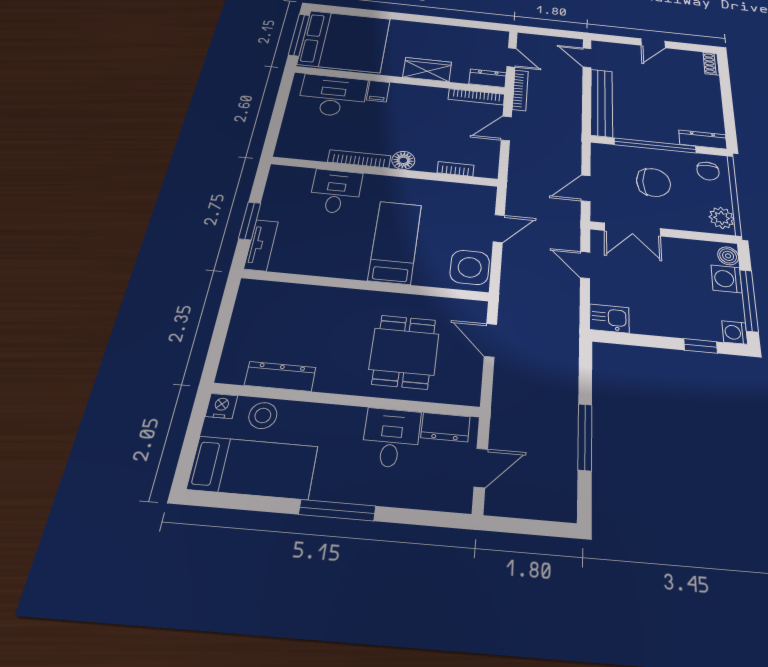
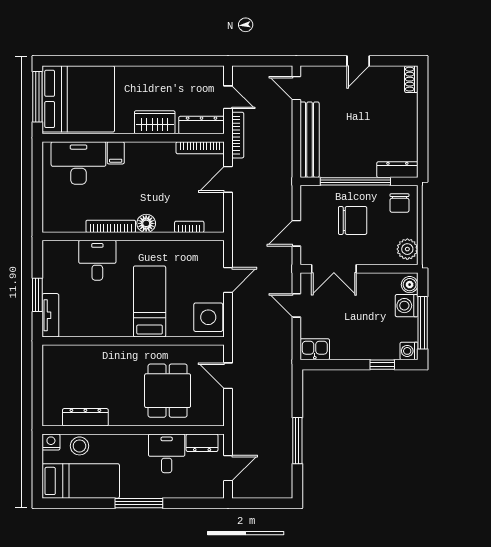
dresser: (488, 78) -> (202, 125), width x1.44

